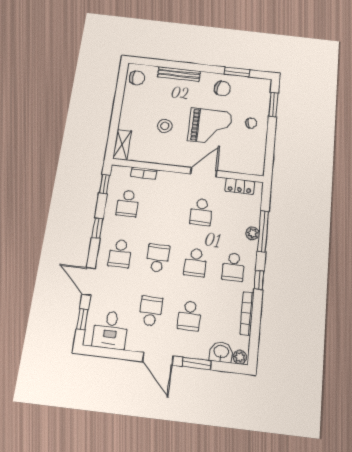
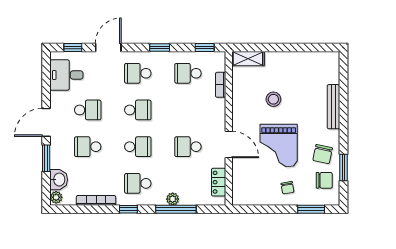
chair: (137, 78) -> (324, 180), moved, turned -90
school desk: (195, 262) -> (138, 147), turned 180

